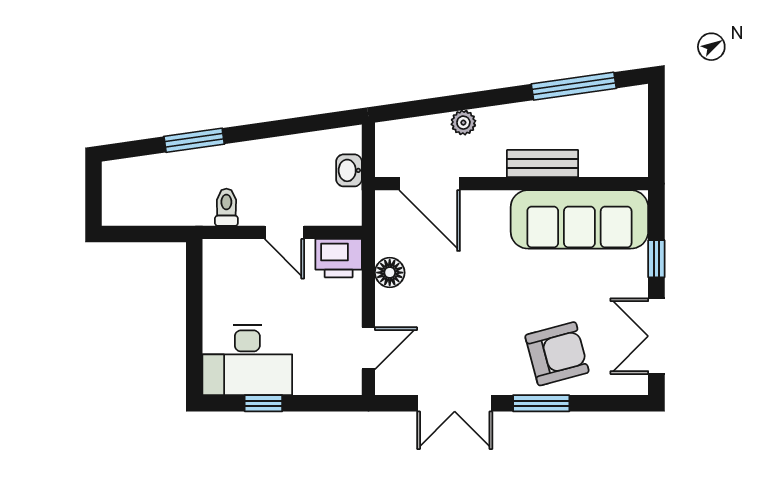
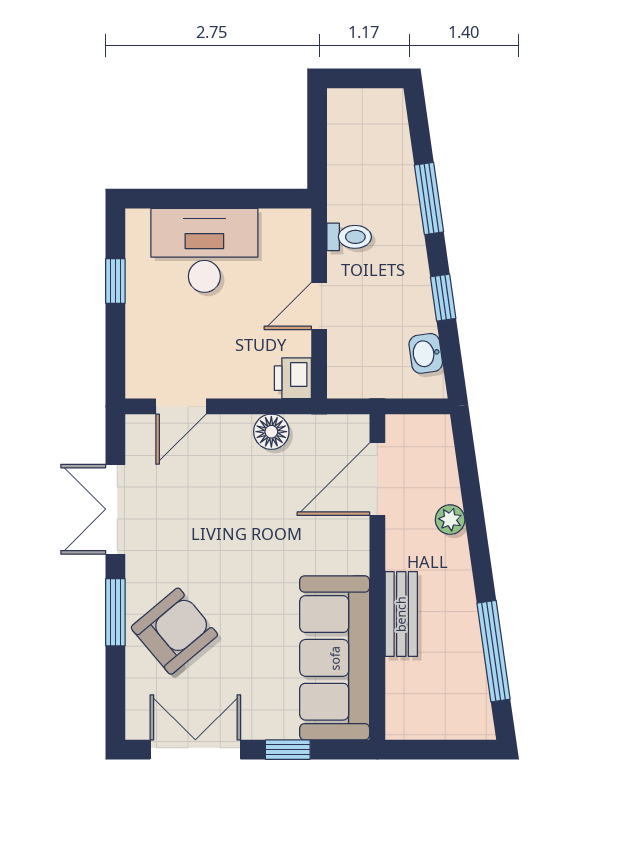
window: (277, 128) -> (443, 298), added
washbasin: (349, 170) -> (426, 353), moved, turned -98
printer: (339, 258) -> (293, 378), width x0.73, depth x0.81
door: (368, 348) -> (181, 406), hinge flipped
armchair: (557, 354) -> (174, 631), turned -115
desk: (247, 360) -> (204, 250), moved, turned 90

